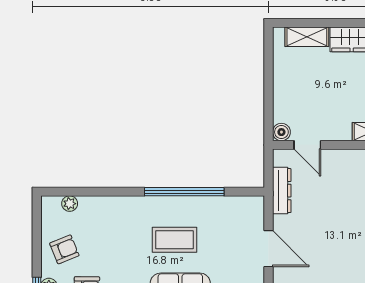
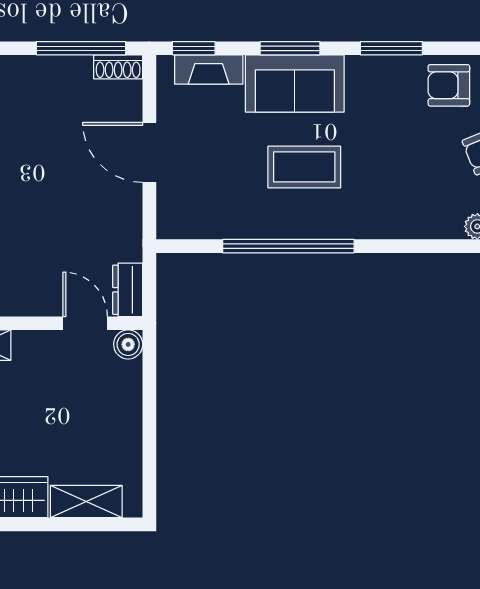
dresser: (282, 191) -> (128, 290), moved, width x0.70

